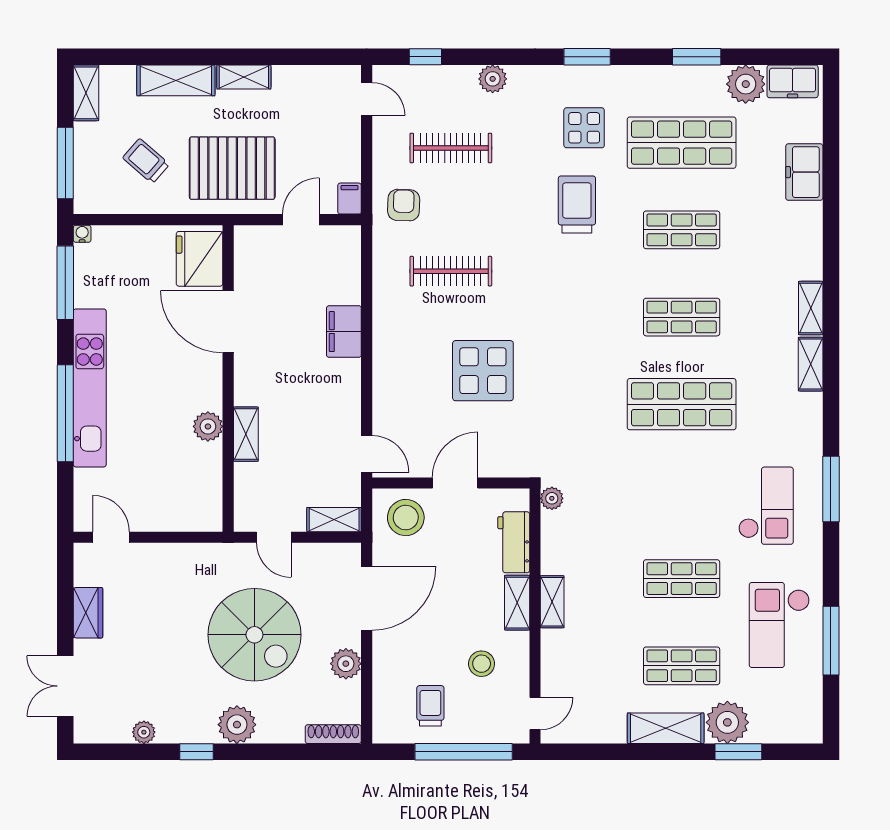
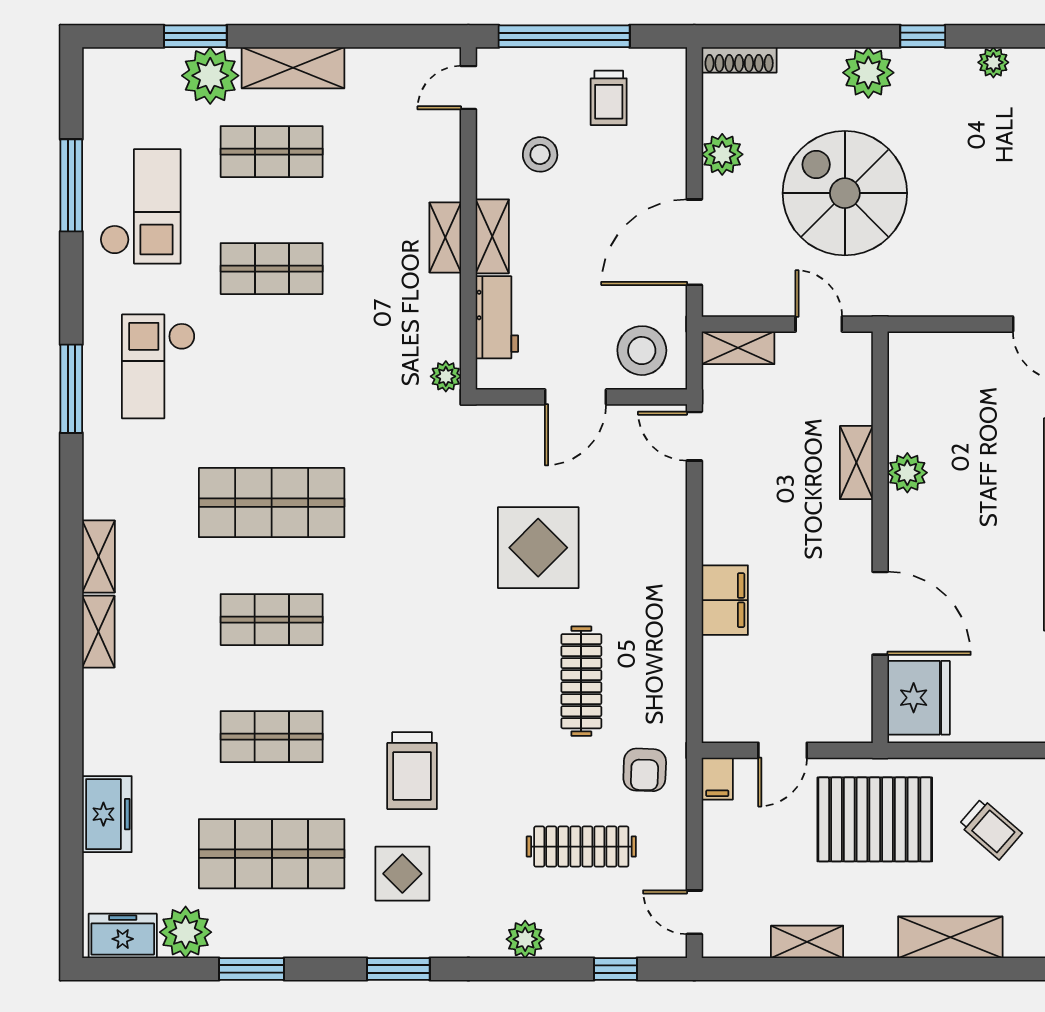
shelving: (244, 77) -> (807, 942), moved
clothes rail: (451, 271) -> (581, 681), turned 90

